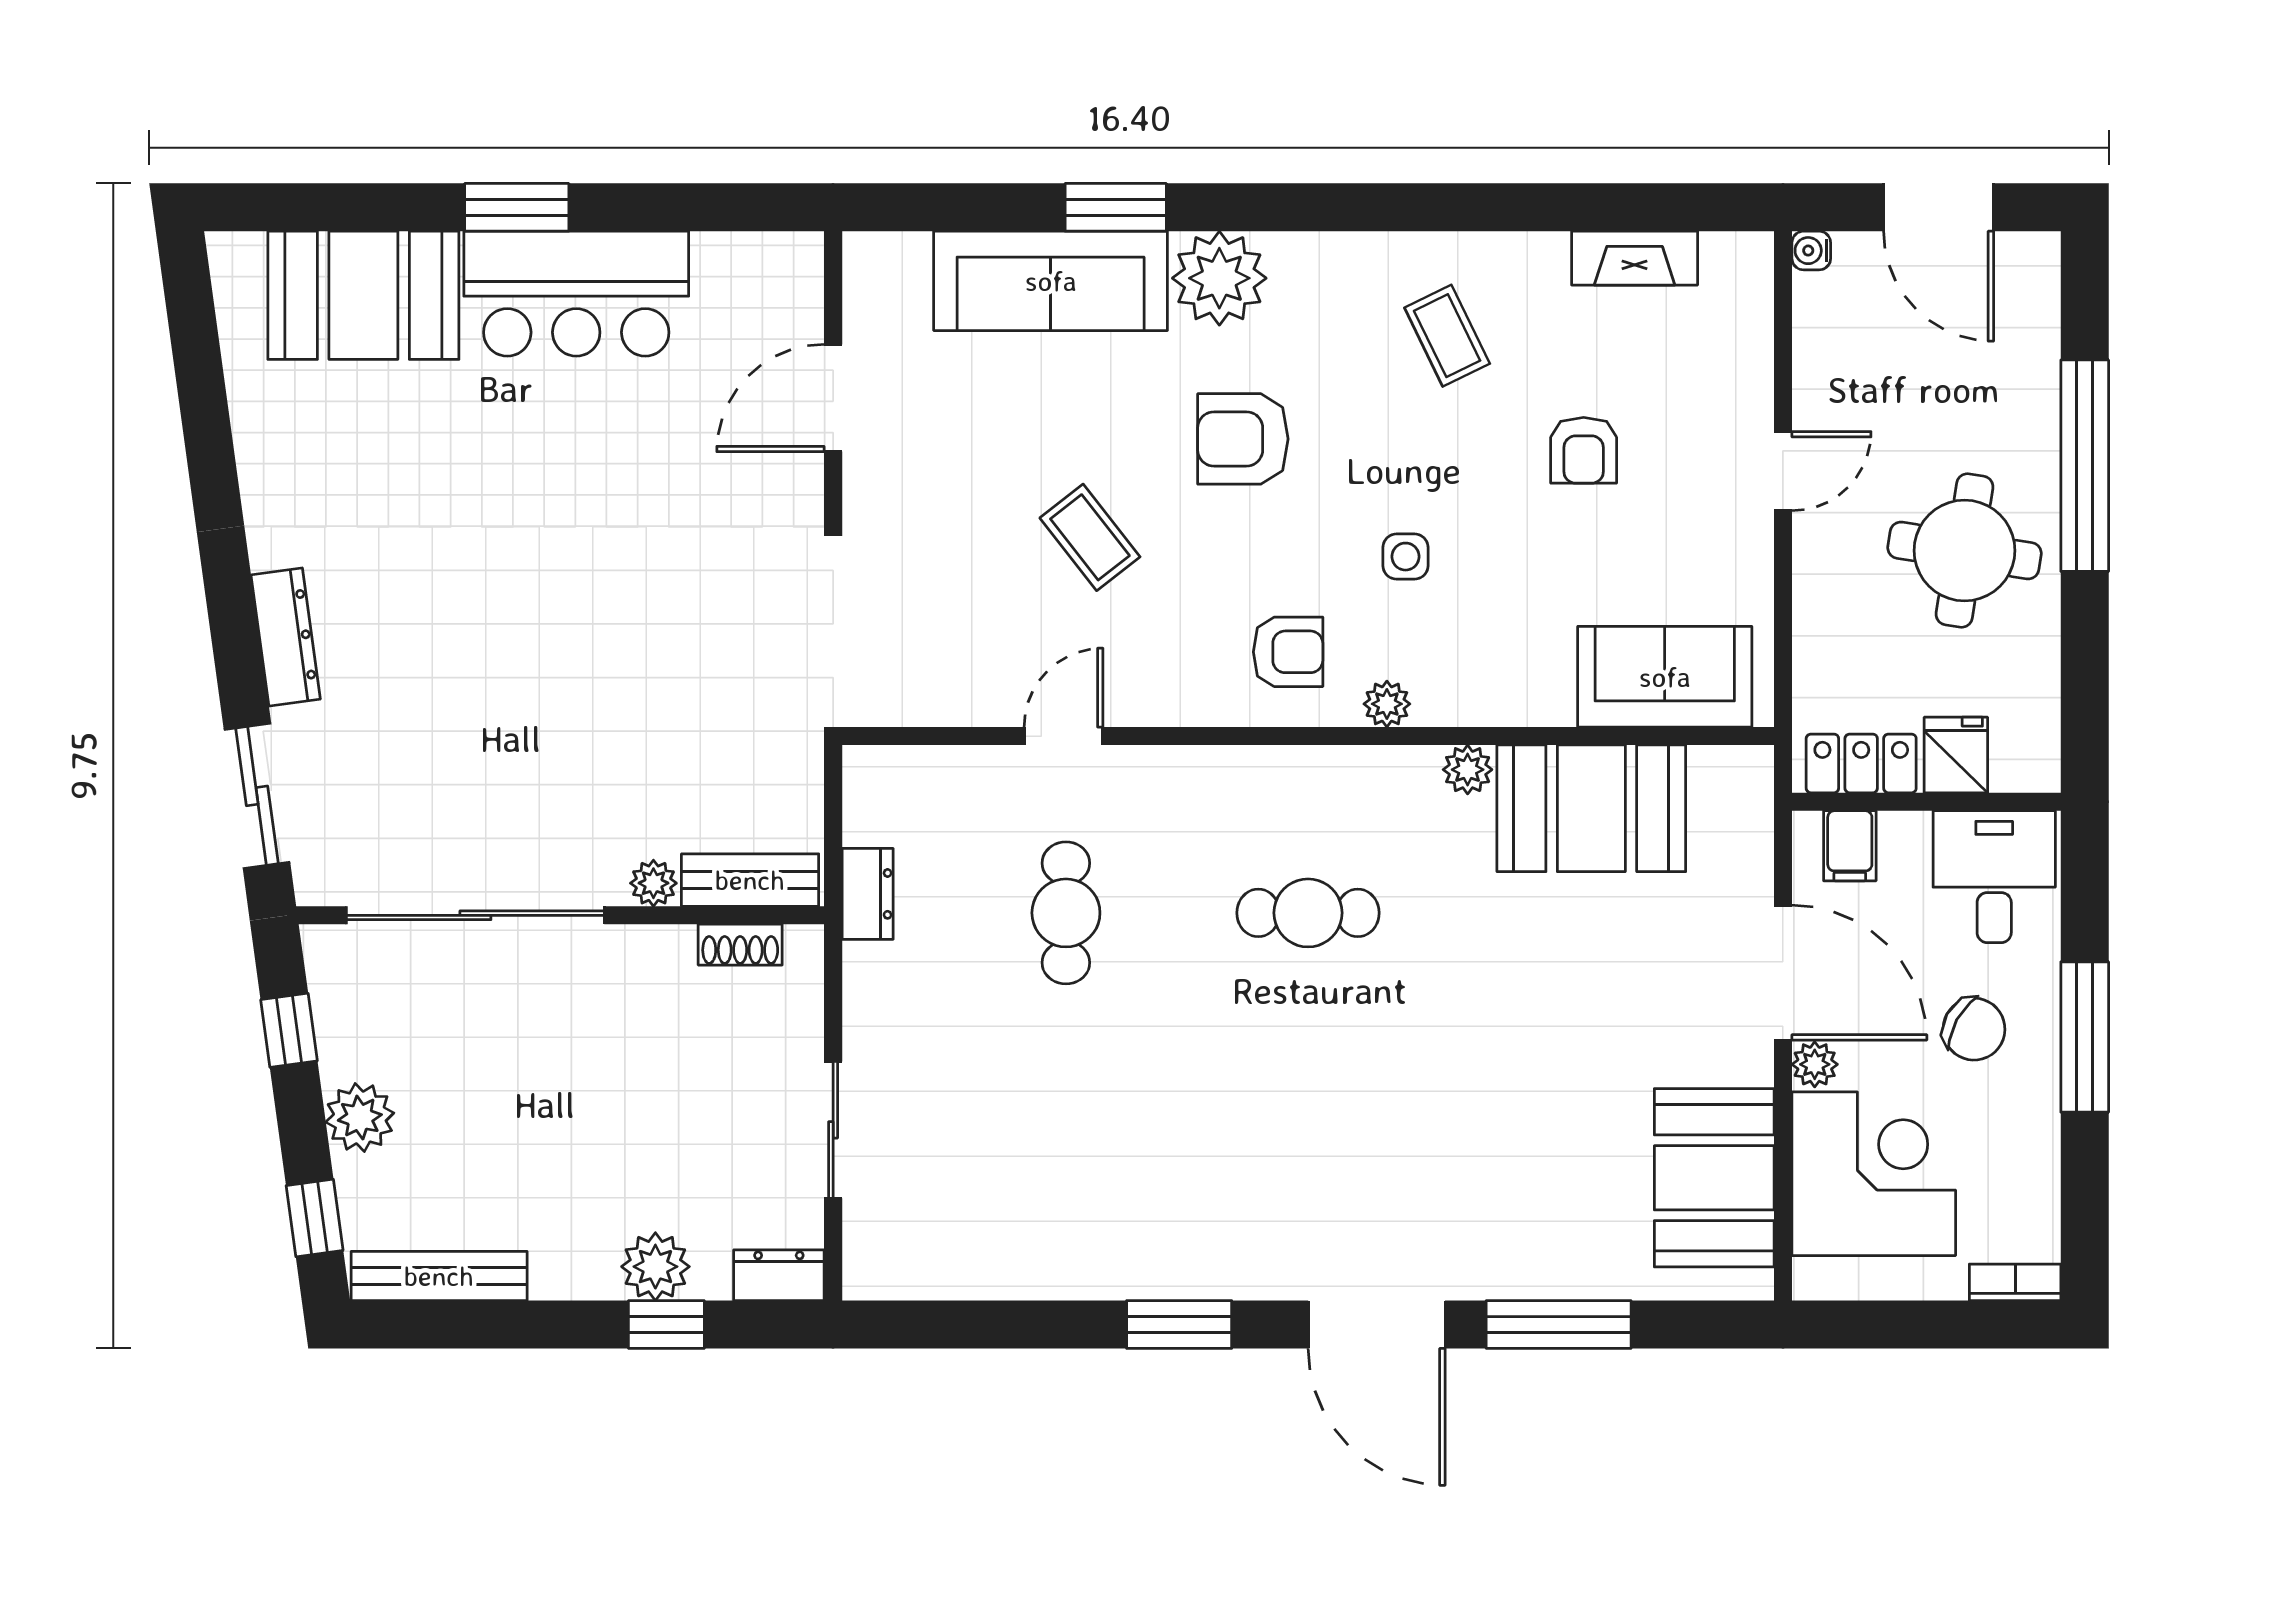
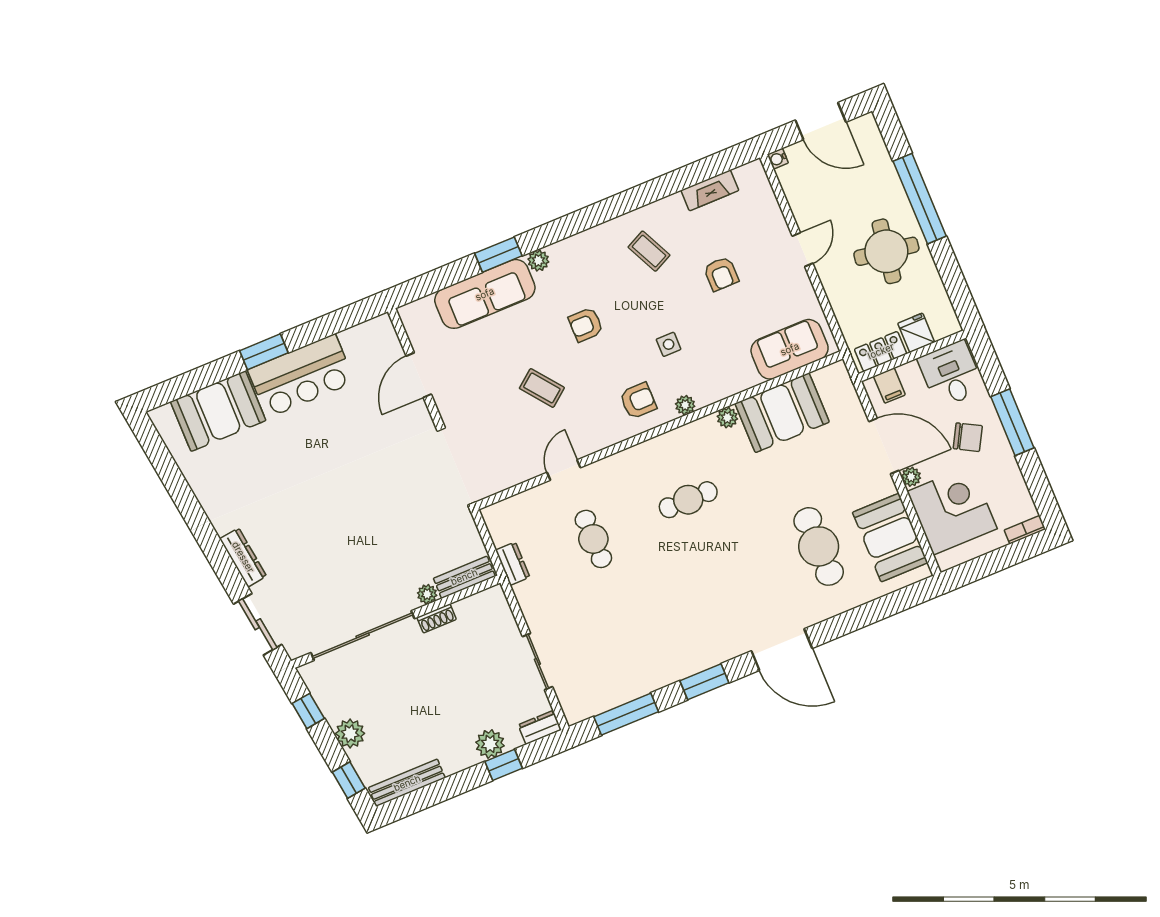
plant: (1219, 278) -> (538, 261), width x0.53, depth x0.53
armchair: (1243, 439) -> (586, 325), width x0.72, depth x0.72
shoe rack: (740, 945) -> (437, 618), moved
cafe table: (1550, 1133) -> (819, 546), added
window: (1559, 1325) -> (626, 714), moved

